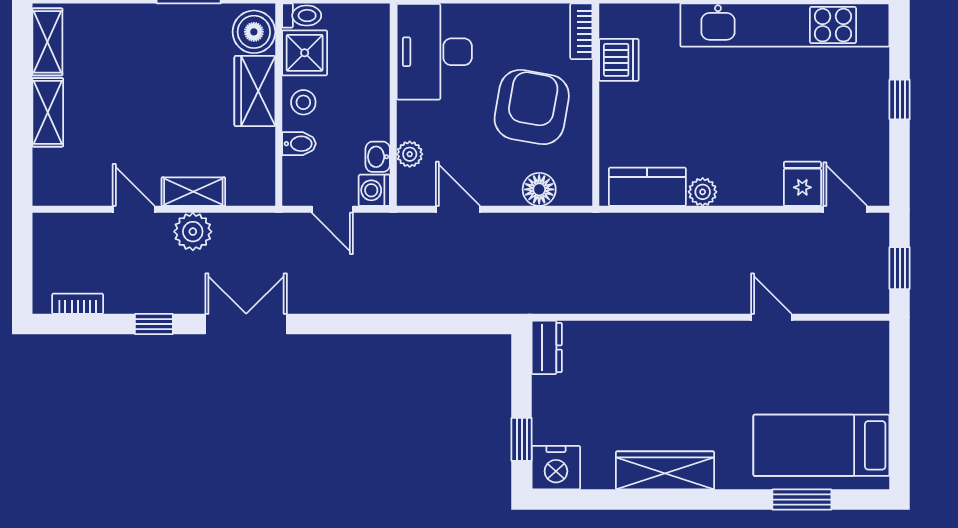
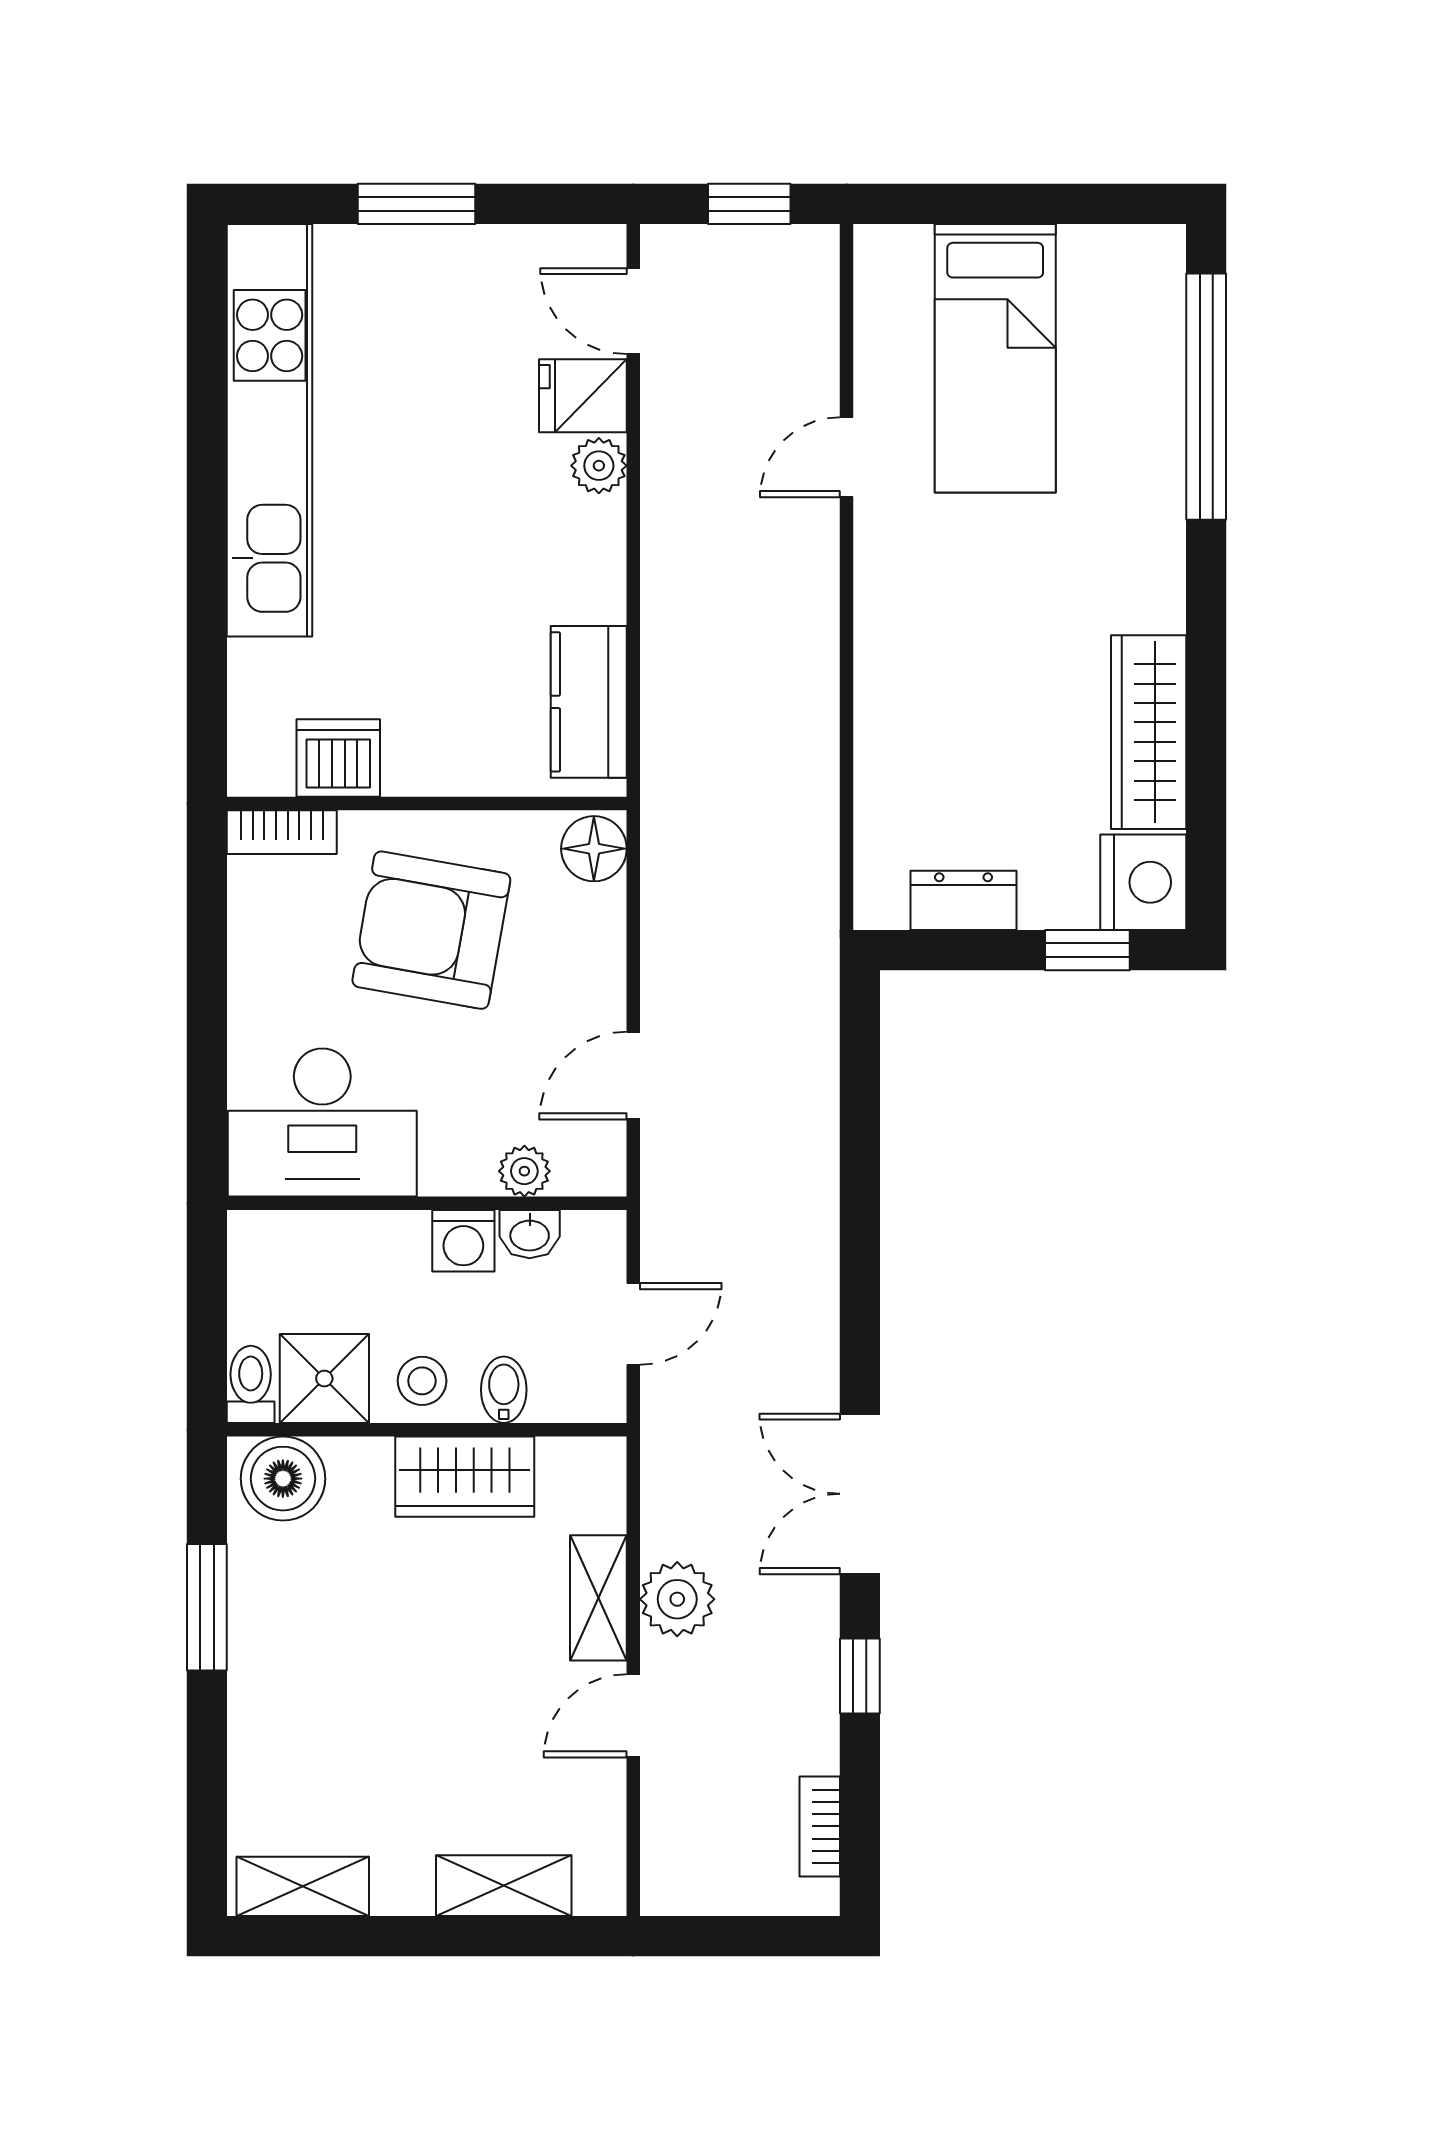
wardrobe: (255, 91) -> (465, 1477), moved
window: (900, 100) -> (417, 204), width x1.50
shelving: (48, 112) -> (504, 1886), moved
floor lamp: (539, 189) -> (594, 849), moved
washing machine: (374, 190) -> (463, 1241), moved
plant: (703, 192) -> (599, 466), moved
door: (845, 209) -> (633, 311), hinge flipped
dresser: (547, 347) -> (963, 900), moved
bed: (821, 445) -> (995, 358), moved
wardrobe: (665, 470) -> (1149, 732), moved
window: (802, 500) -> (1206, 397), width x2.11

